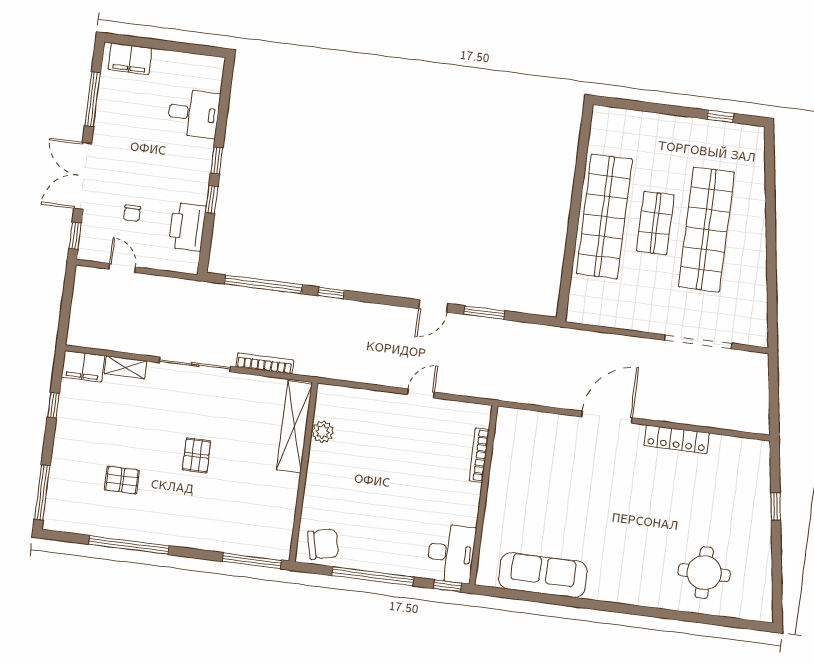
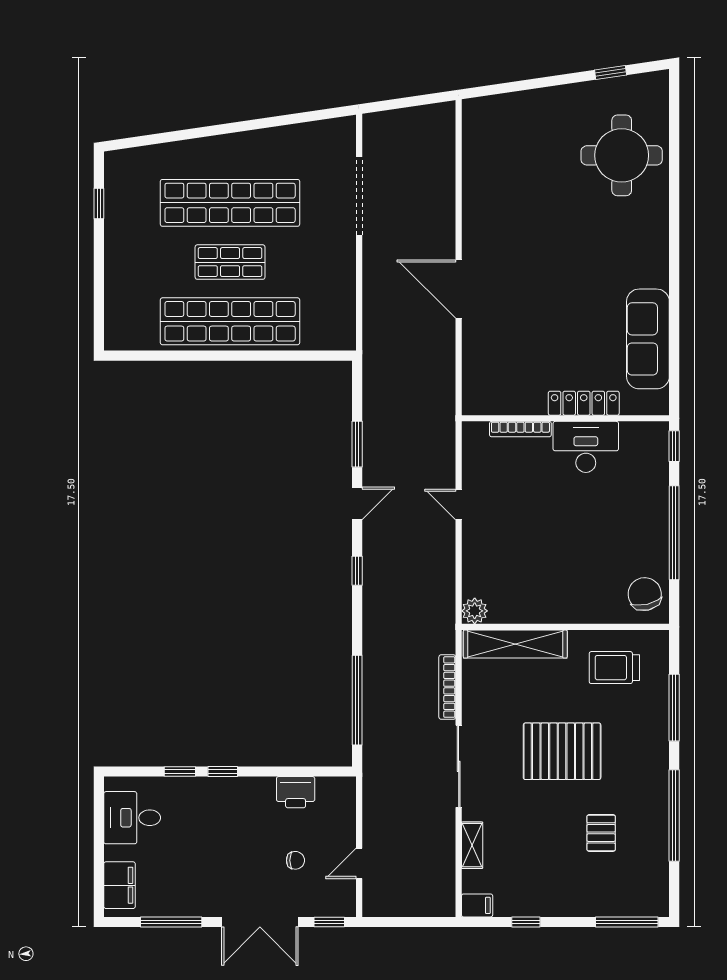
desk: (194, 113) -> (132, 818), moved, turned -90
window: (212, 199) -> (180, 771), moved
printer: (187, 227) -> (296, 792), width x0.73, depth x0.84
window: (331, 293) -> (357, 571), moved
door: (433, 306) -> (357, 503), hinge flipped
filing cabinet: (83, 366) -> (477, 905), width x0.50
plant: (323, 432) -> (475, 611), moved
locker: (677, 439) -> (584, 403), moved, turned -90
pallet: (197, 455) -> (562, 751), width x2.05, depth x2.00
window: (776, 506) -> (611, 73), moved
trolley: (263, 510) -> (614, 668), added
desk: (451, 553) -> (586, 447), moved
window: (252, 561) -> (674, 708), moved
round table: (704, 573) -> (622, 155), width x1.36, depth x1.36

